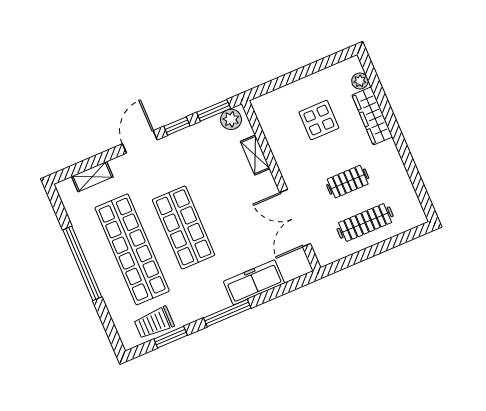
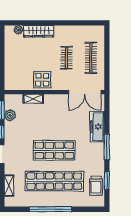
plant: (231, 119) -> (10, 115), moved
display table: (319, 120) -> (42, 80), moved
double door: (295, 218) -> (85, 92), moved

